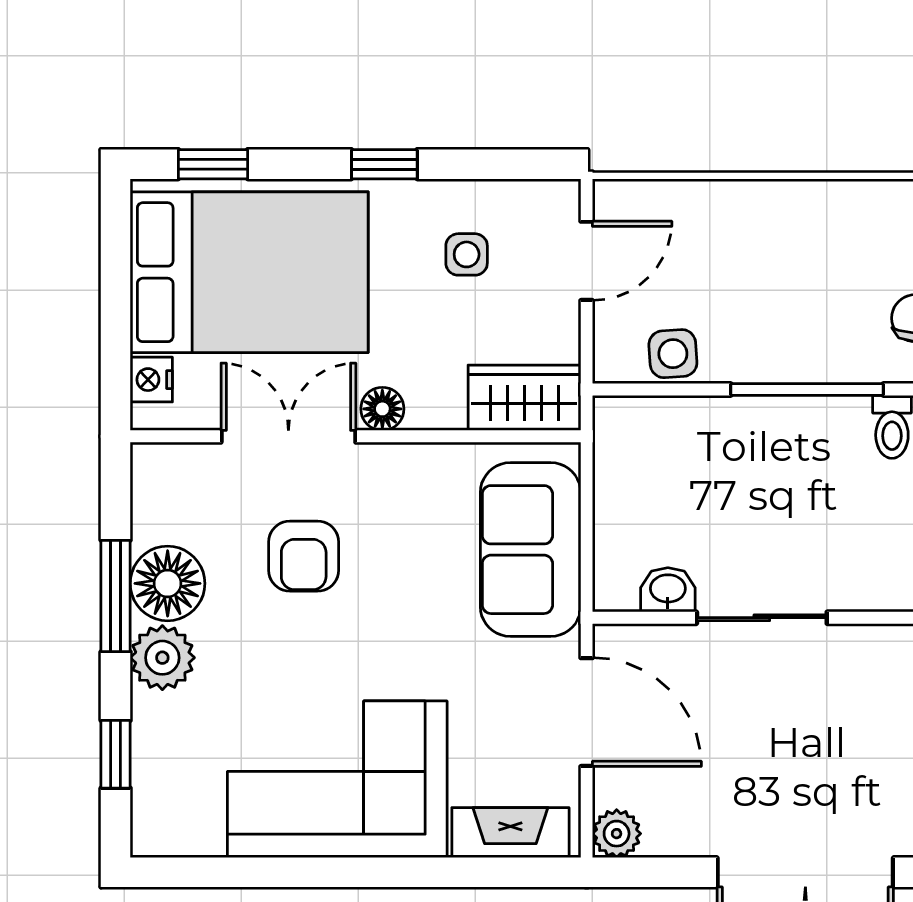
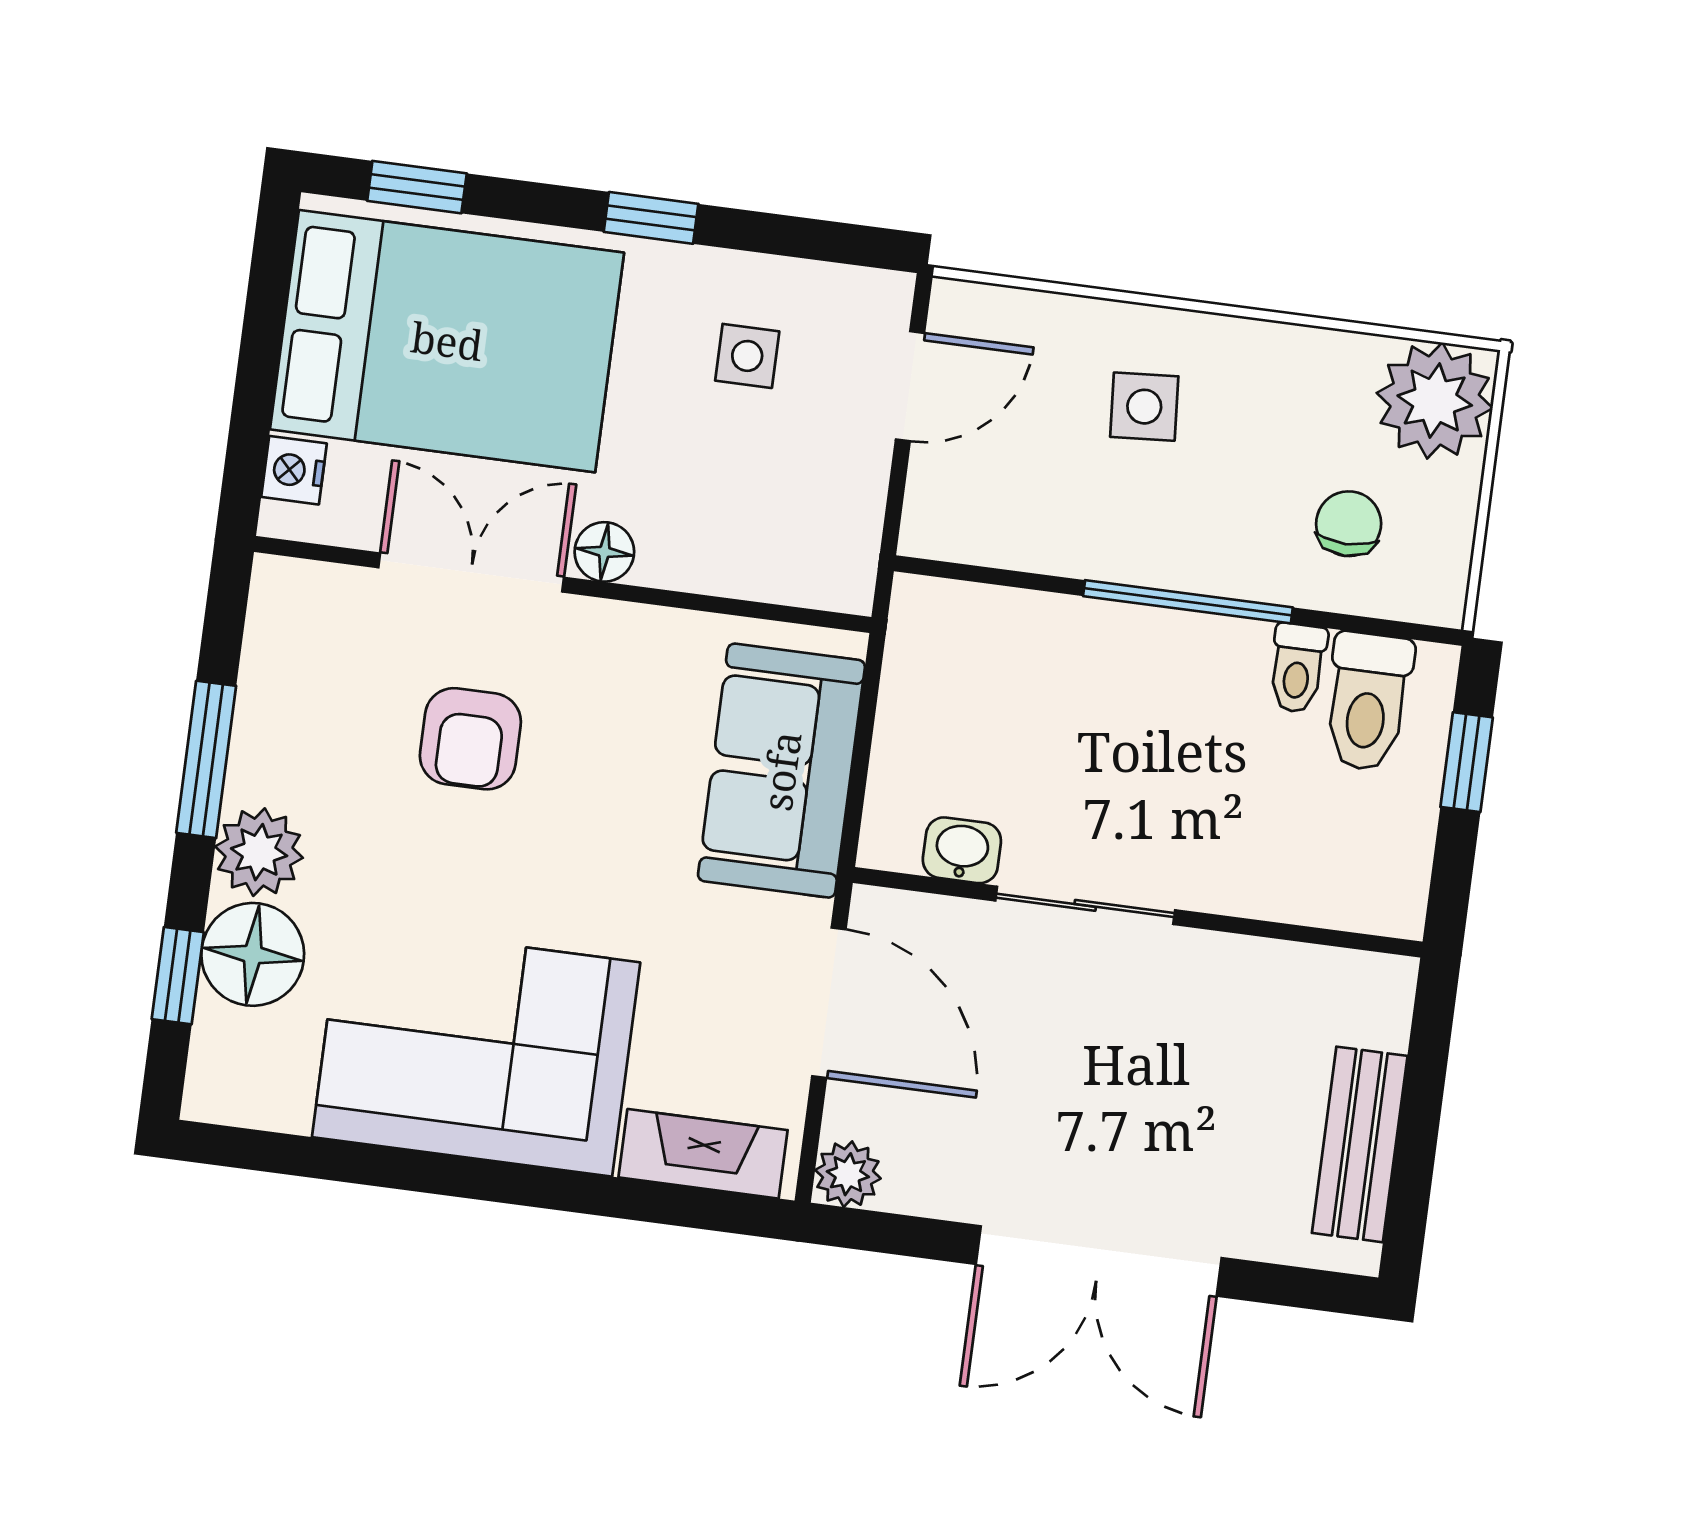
side table: (673, 354) -> (1144, 407), moved
wardrobe: (524, 398) -> (800, 562), removed
floor lamp: (168, 583) -> (253, 954), moved

